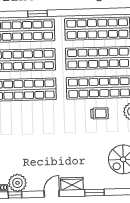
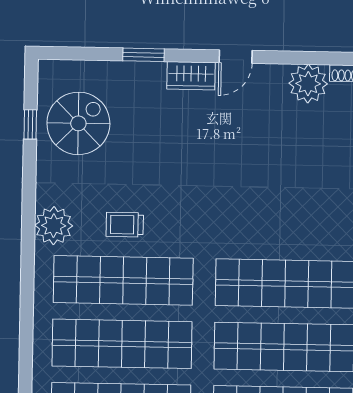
window: (15, 195) -> (314, 58), removed

